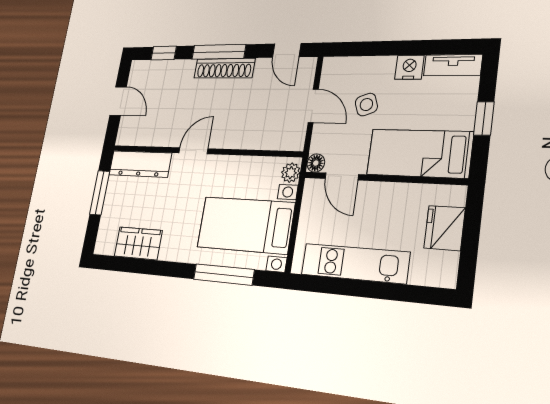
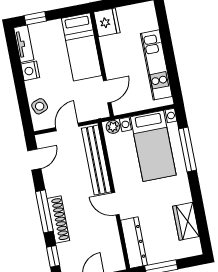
shoe rack: (224, 68) -> (58, 219), moved
side table: (366, 105) -> (40, 106), moved
window: (484, 118) -> (35, 18), moved
bench: (256, 137) -> (96, 160), added
floor lamp: (316, 163) -> (103, 112), removed
fridge: (445, 228) -> (107, 22), moved, turned -90

